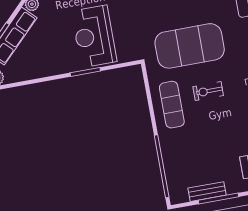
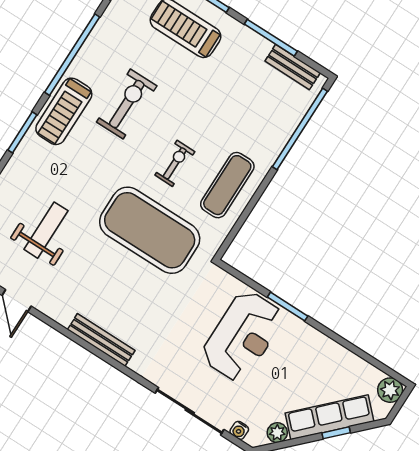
exercise bike: (208, 91) -> (175, 163), turned -90
bench: (207, 192) -> (293, 67), moved

